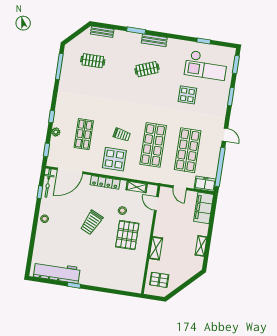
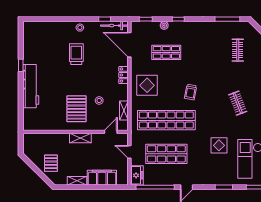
trolley: (122, 135) -> (191, 92), moved
shop shelf: (153, 145) -> (166, 120), width x1.40
locker: (105, 182) -> (124, 75), width x0.66
door: (180, 188) -> (129, 152), hinge flipped
filing cabinet: (204, 208) -> (102, 178), moved
trolley: (91, 222) -> (76, 54), moved, turned 65
pallet: (127, 235) -> (77, 109), turned 90
shelving: (156, 248) -> (80, 138), moved
workbench: (57, 272) -> (31, 86), moved
pallet: (159, 280) -> (51, 163), moved

